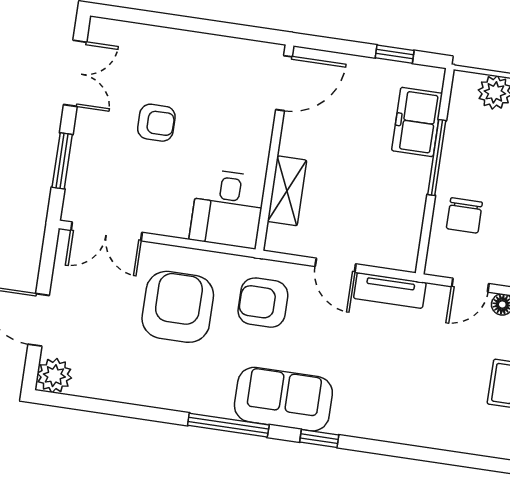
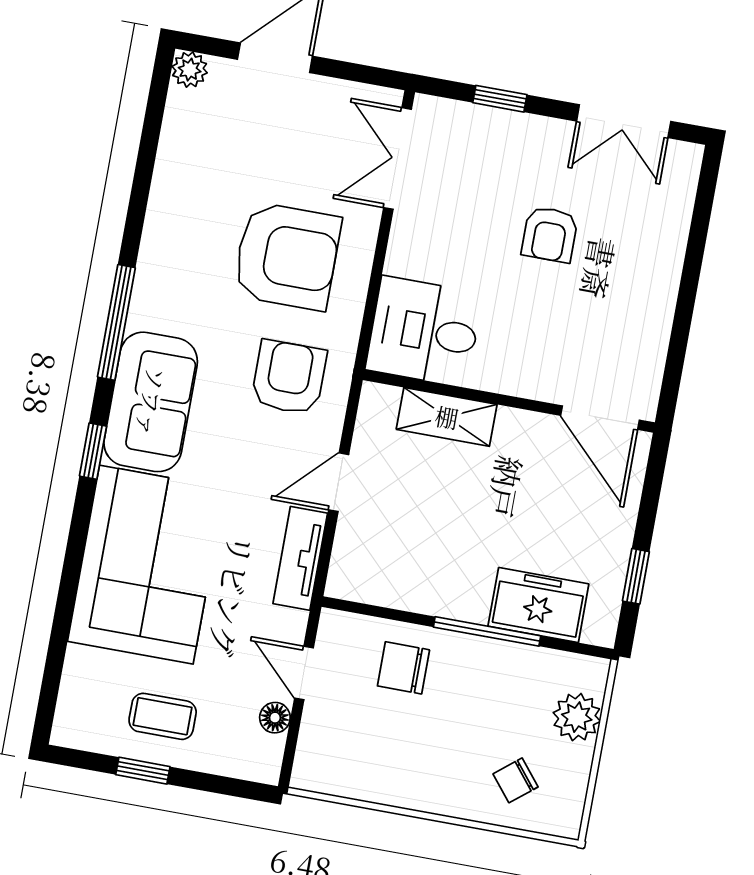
window: (62, 161) -> (500, 99), width x0.67
plant: (54, 376) -> (190, 70), width x0.73, depth x0.73
corner sofa: (398, 398) -> (146, 565), added

